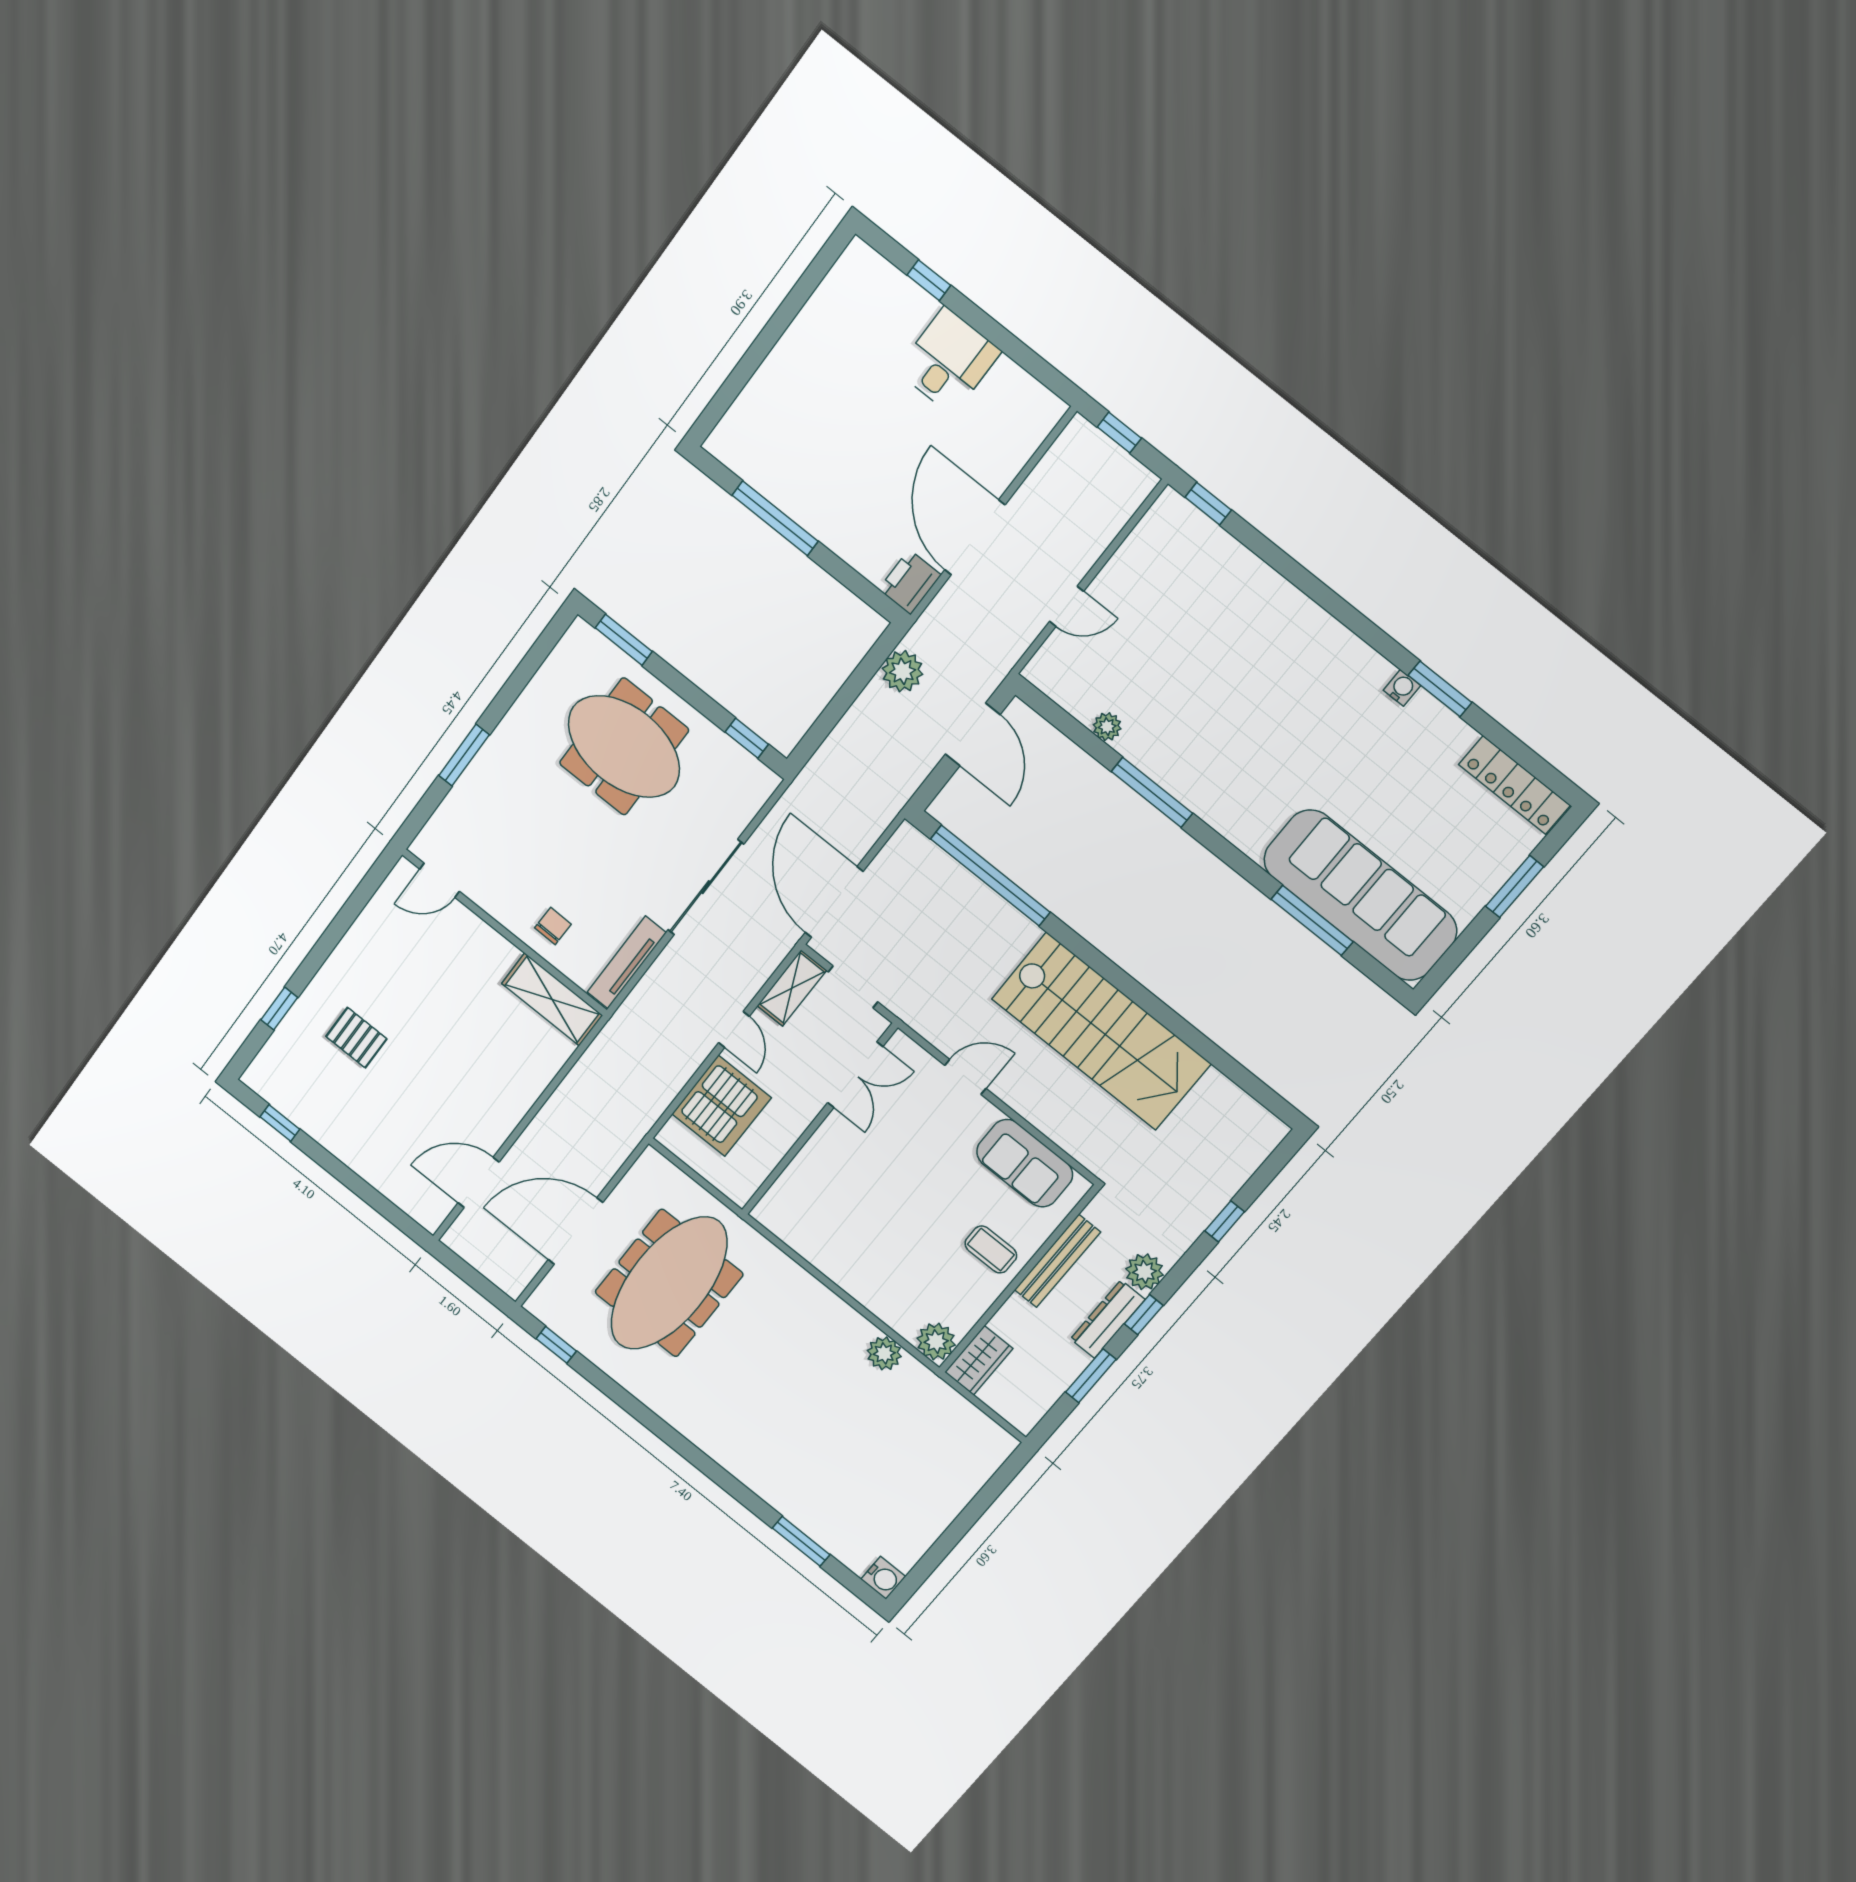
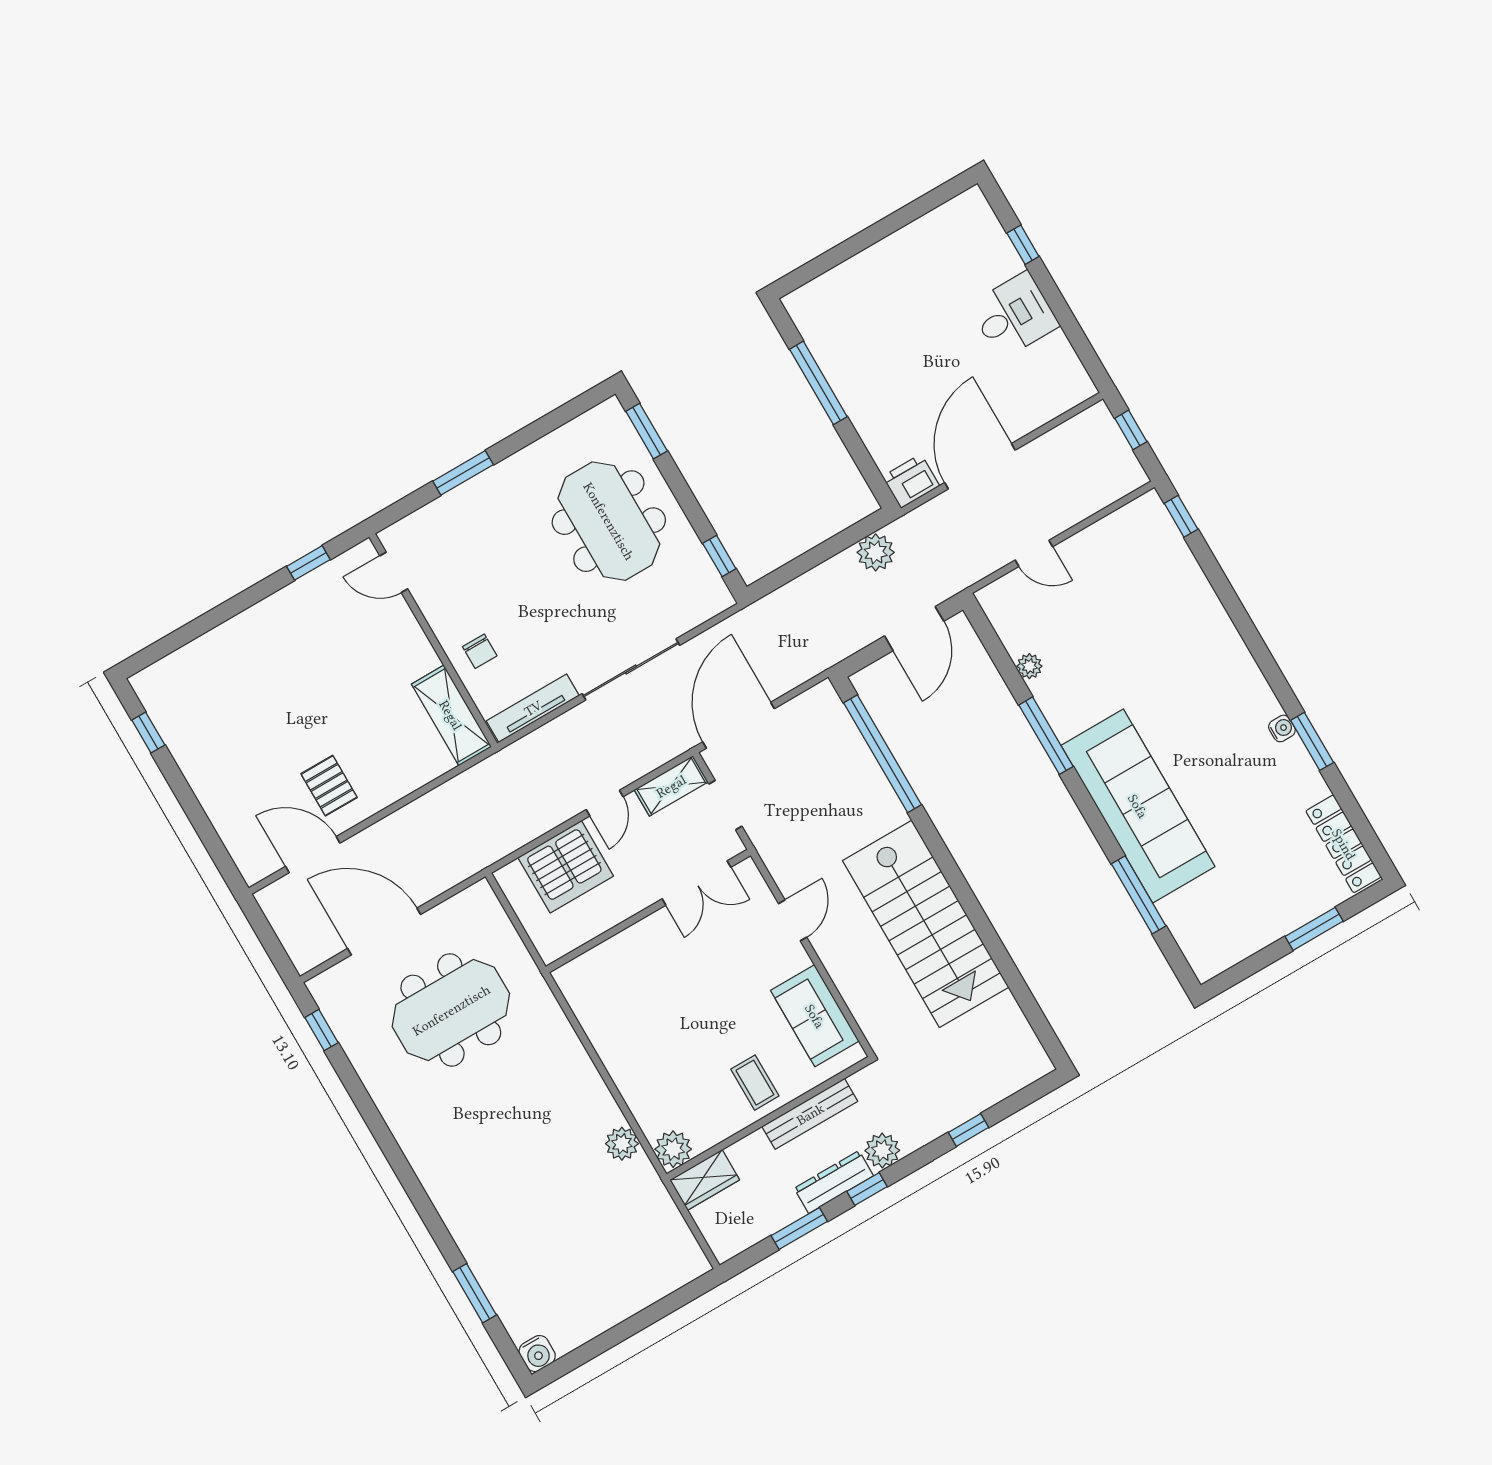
sofa: (1360, 895) -> (1138, 806), moved
chair: (553, 926) -> (480, 651), turned 89
window: (279, 1009) -> (308, 563), moved
pallet: (356, 1038) -> (329, 786), moved
door: (965, 1077) -> (793, 920), hinge flipped
meeting table: (669, 1283) -> (451, 1010), width x0.73

